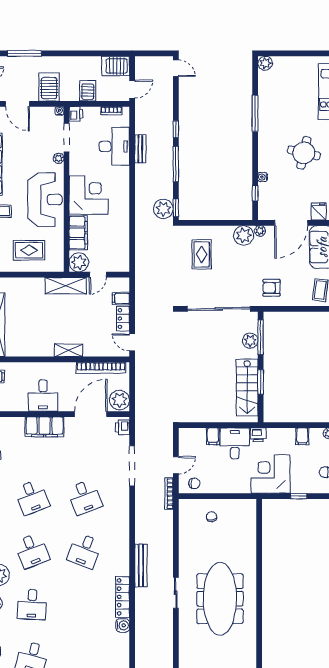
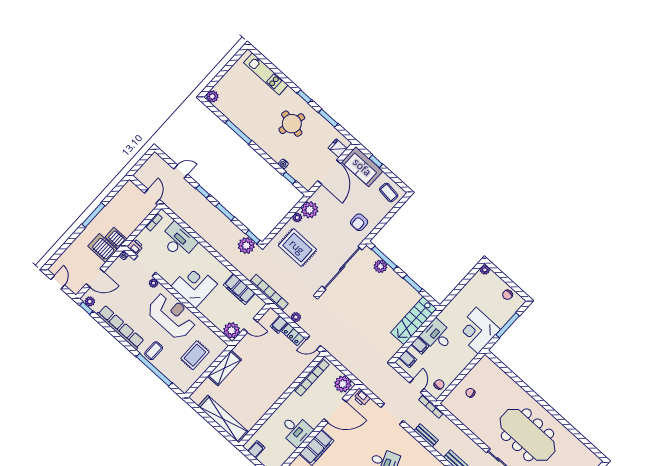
window: (25, 53) -> (93, 215), moved
server rack: (116, 66) -> (128, 193), removed
door: (176, 68) -> (181, 172), moved
server rack: (88, 91) -> (116, 238), moved
bench: (140, 149) -> (426, 435), moved
window: (176, 164) -> (225, 212), width x0.69
plant: (260, 231) -> (297, 218), moved
filing cabinet: (78, 233) -> (239, 289), moved, turned 180
rug: (202, 254) -> (297, 247), width x1.36, depth x1.43
bookcase: (141, 265) -> (269, 293), added
door: (98, 275) -> (250, 325), hinge flipped
shelving: (66, 286) -> (224, 368), moved
plant: (140, 307) -> (296, 317), added
shelving: (69, 350) -> (282, 388), removed
stairs: (247, 388) -> (414, 321), moved, turned 90
door: (91, 414) -> (335, 410), swing flipped
printer: (258, 435) -> (445, 316), removed
filing cabinet: (302, 436) -> (408, 359), moved
doorway: (132, 466) -> (392, 414), width x0.73
window: (299, 496) -> (508, 325), width x2.17

